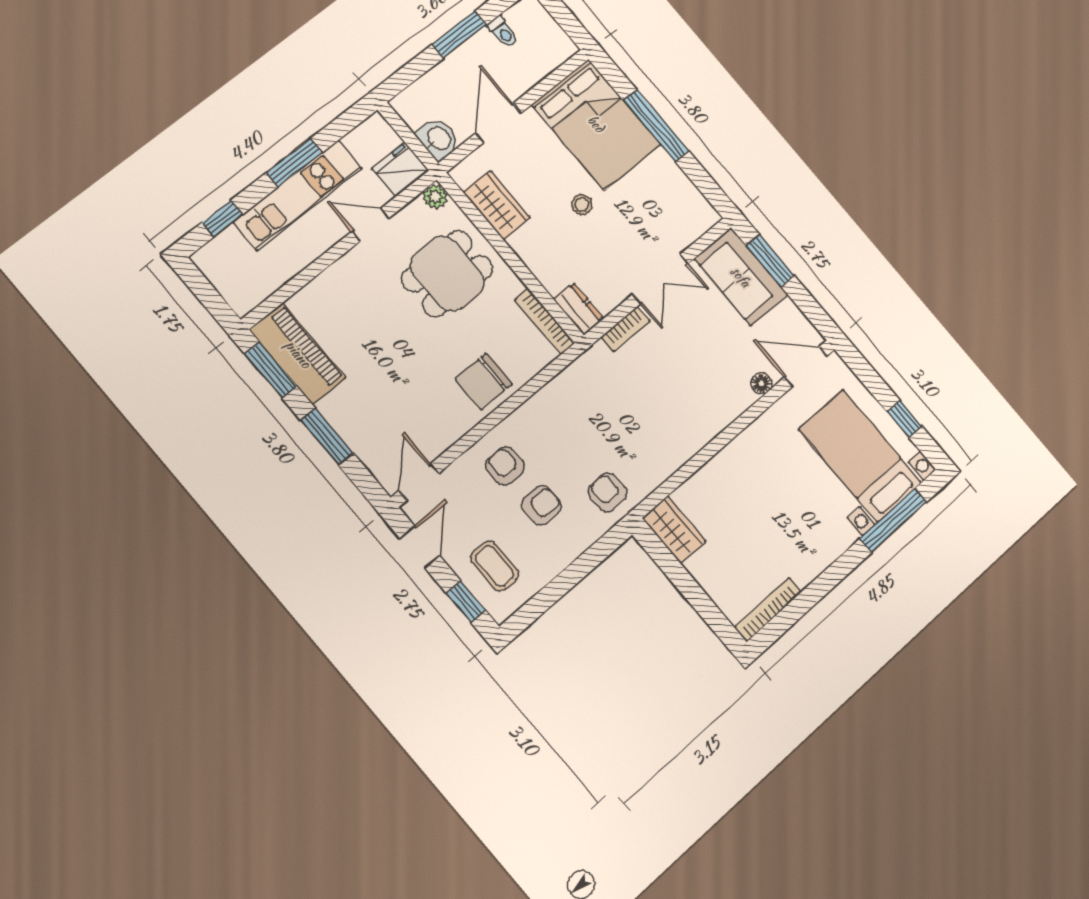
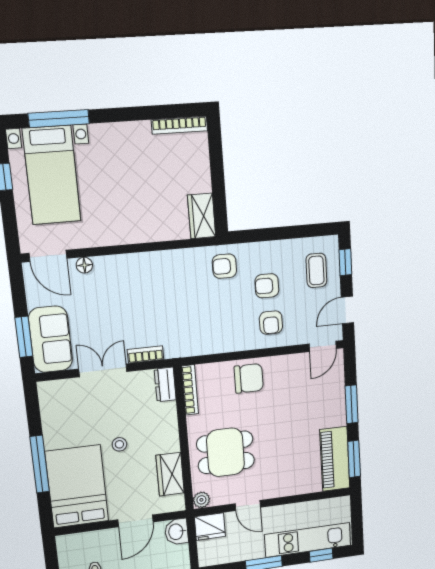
kitchen unit: (298, 195) -> (308, 540), moved
armchair: (608, 492) -> (224, 266), turned 92

